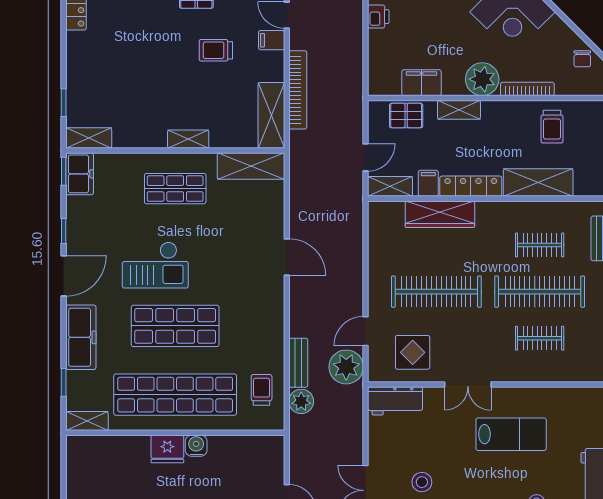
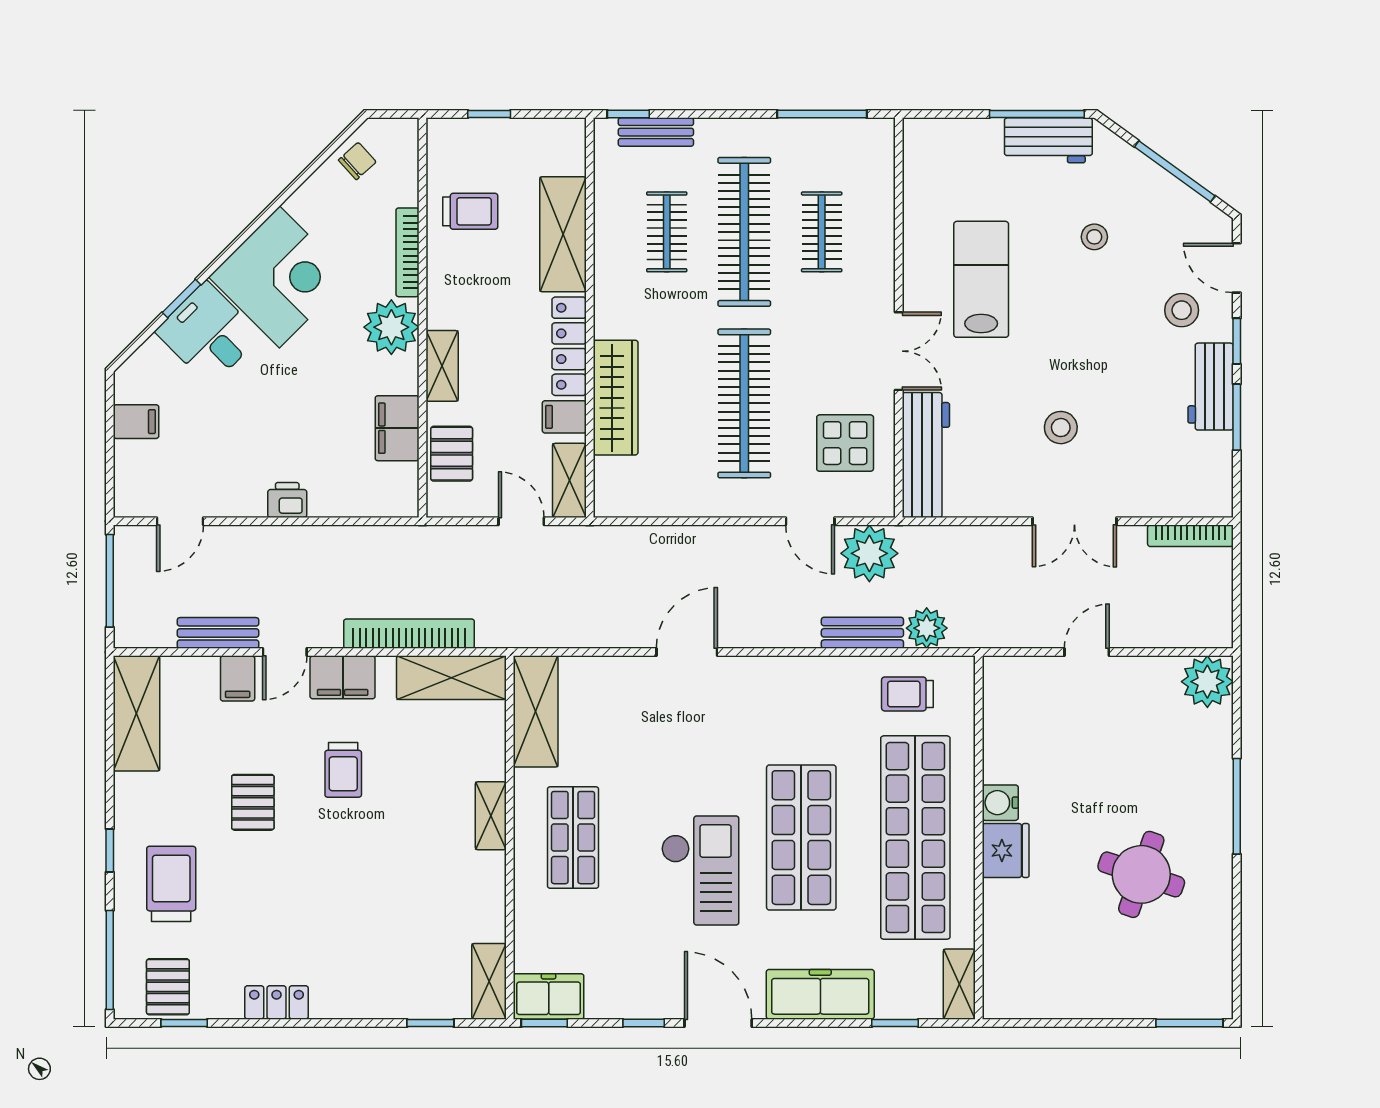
filing cabinet: (272, 40) -> (343, 677), width x2.00
chair: (582, 59) -> (357, 161), turned -42
workbench: (395, 401) -> (926, 455), width x1.38

